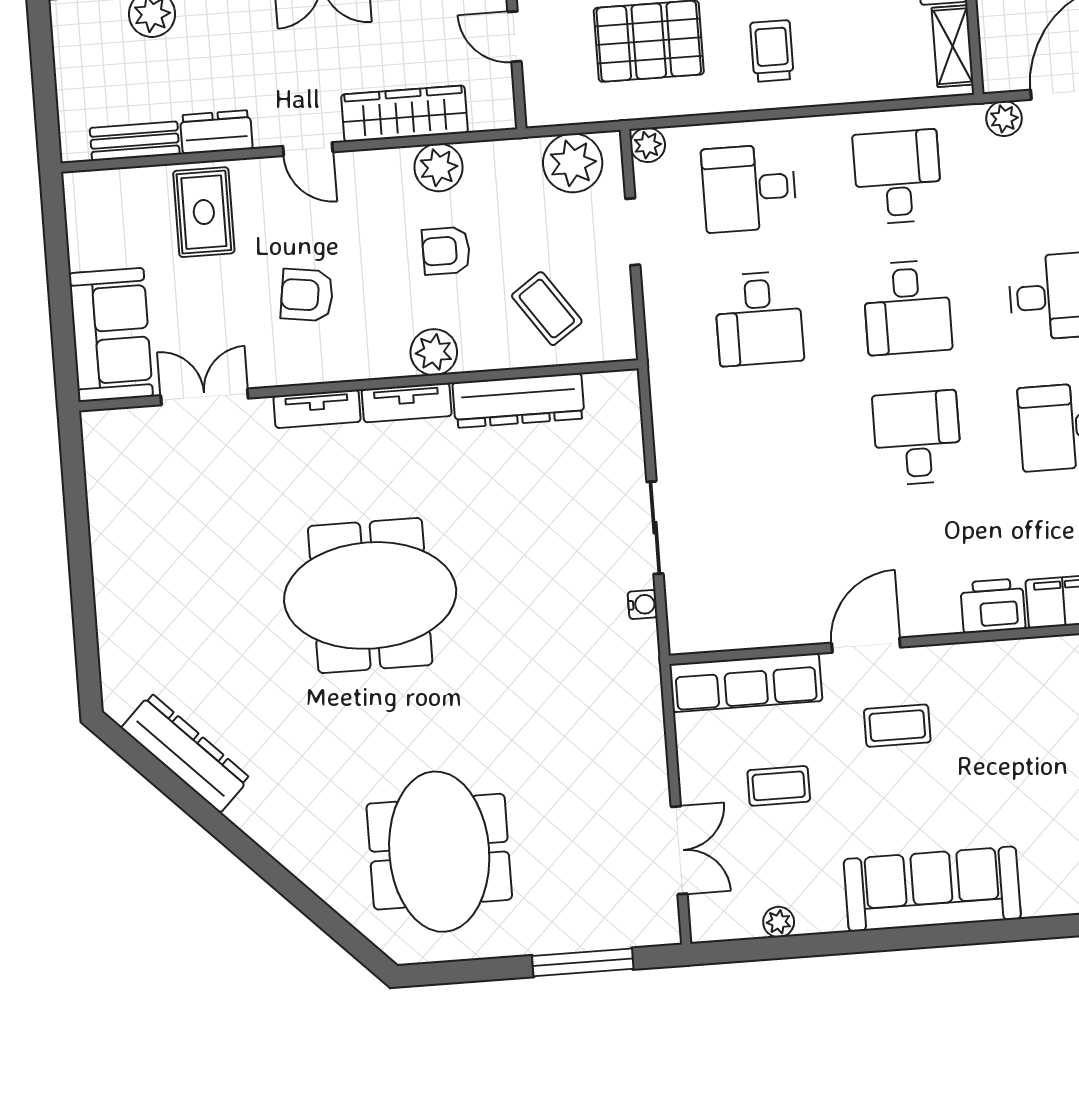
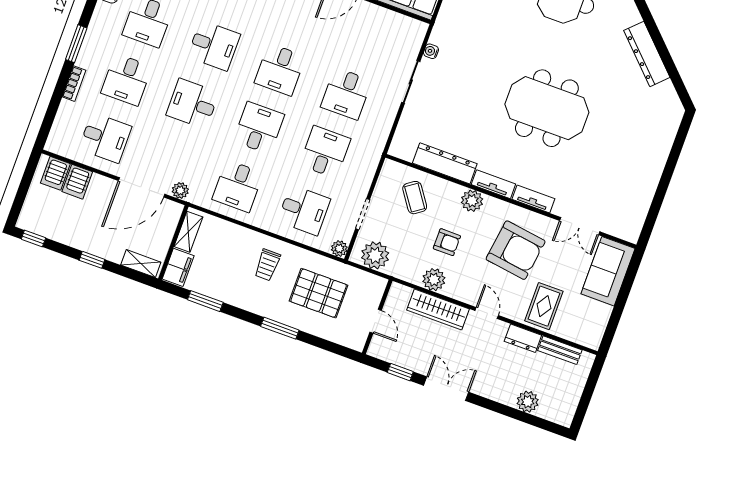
armchair: (307, 295) -> (516, 250), width x1.88, depth x1.88
desk: (769, 449) -> (346, 94), added
dresser: (186, 753) -> (647, 54), moved

